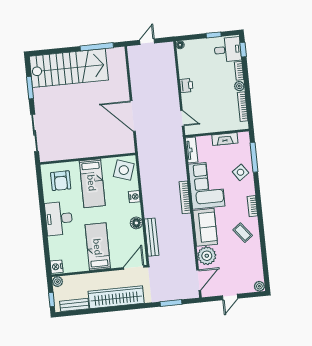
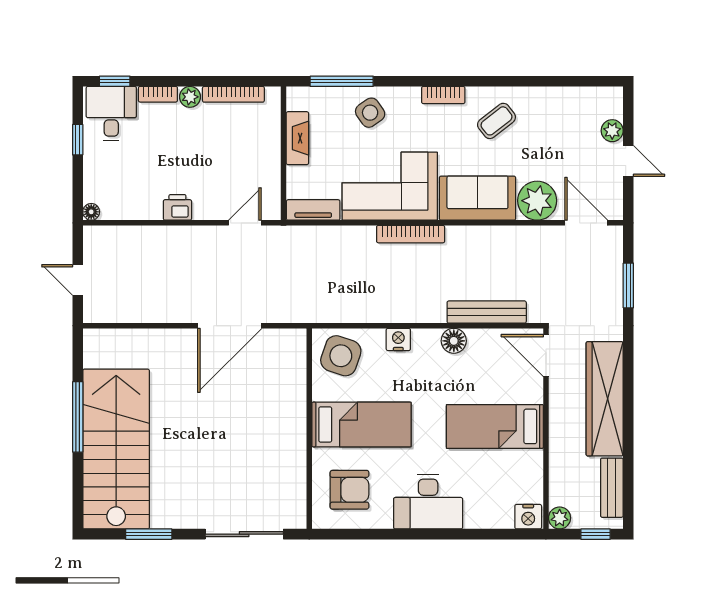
window: (97, 47) -> (78, 417), moved
plant: (259, 286) -> (612, 131), moved

